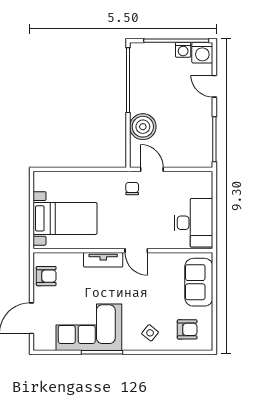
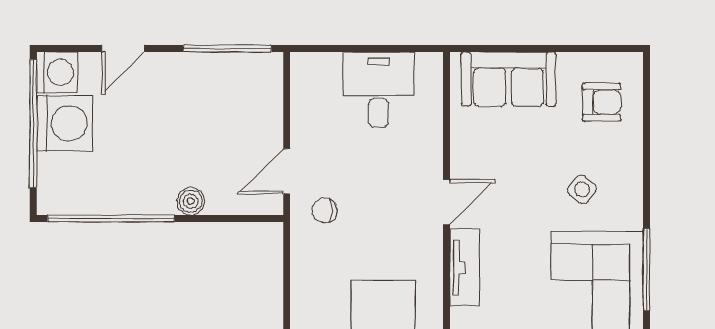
washing machine: (183, 50) -> (65, 123), width x1.89, depth x1.89
boiler: (143, 127) -> (191, 201), width x0.54, depth x0.54
desk: (193, 223) -> (379, 90), width x0.73
armchair: (187, 329) -> (602, 102), turned 90
side table: (150, 333) -> (582, 189), moved

